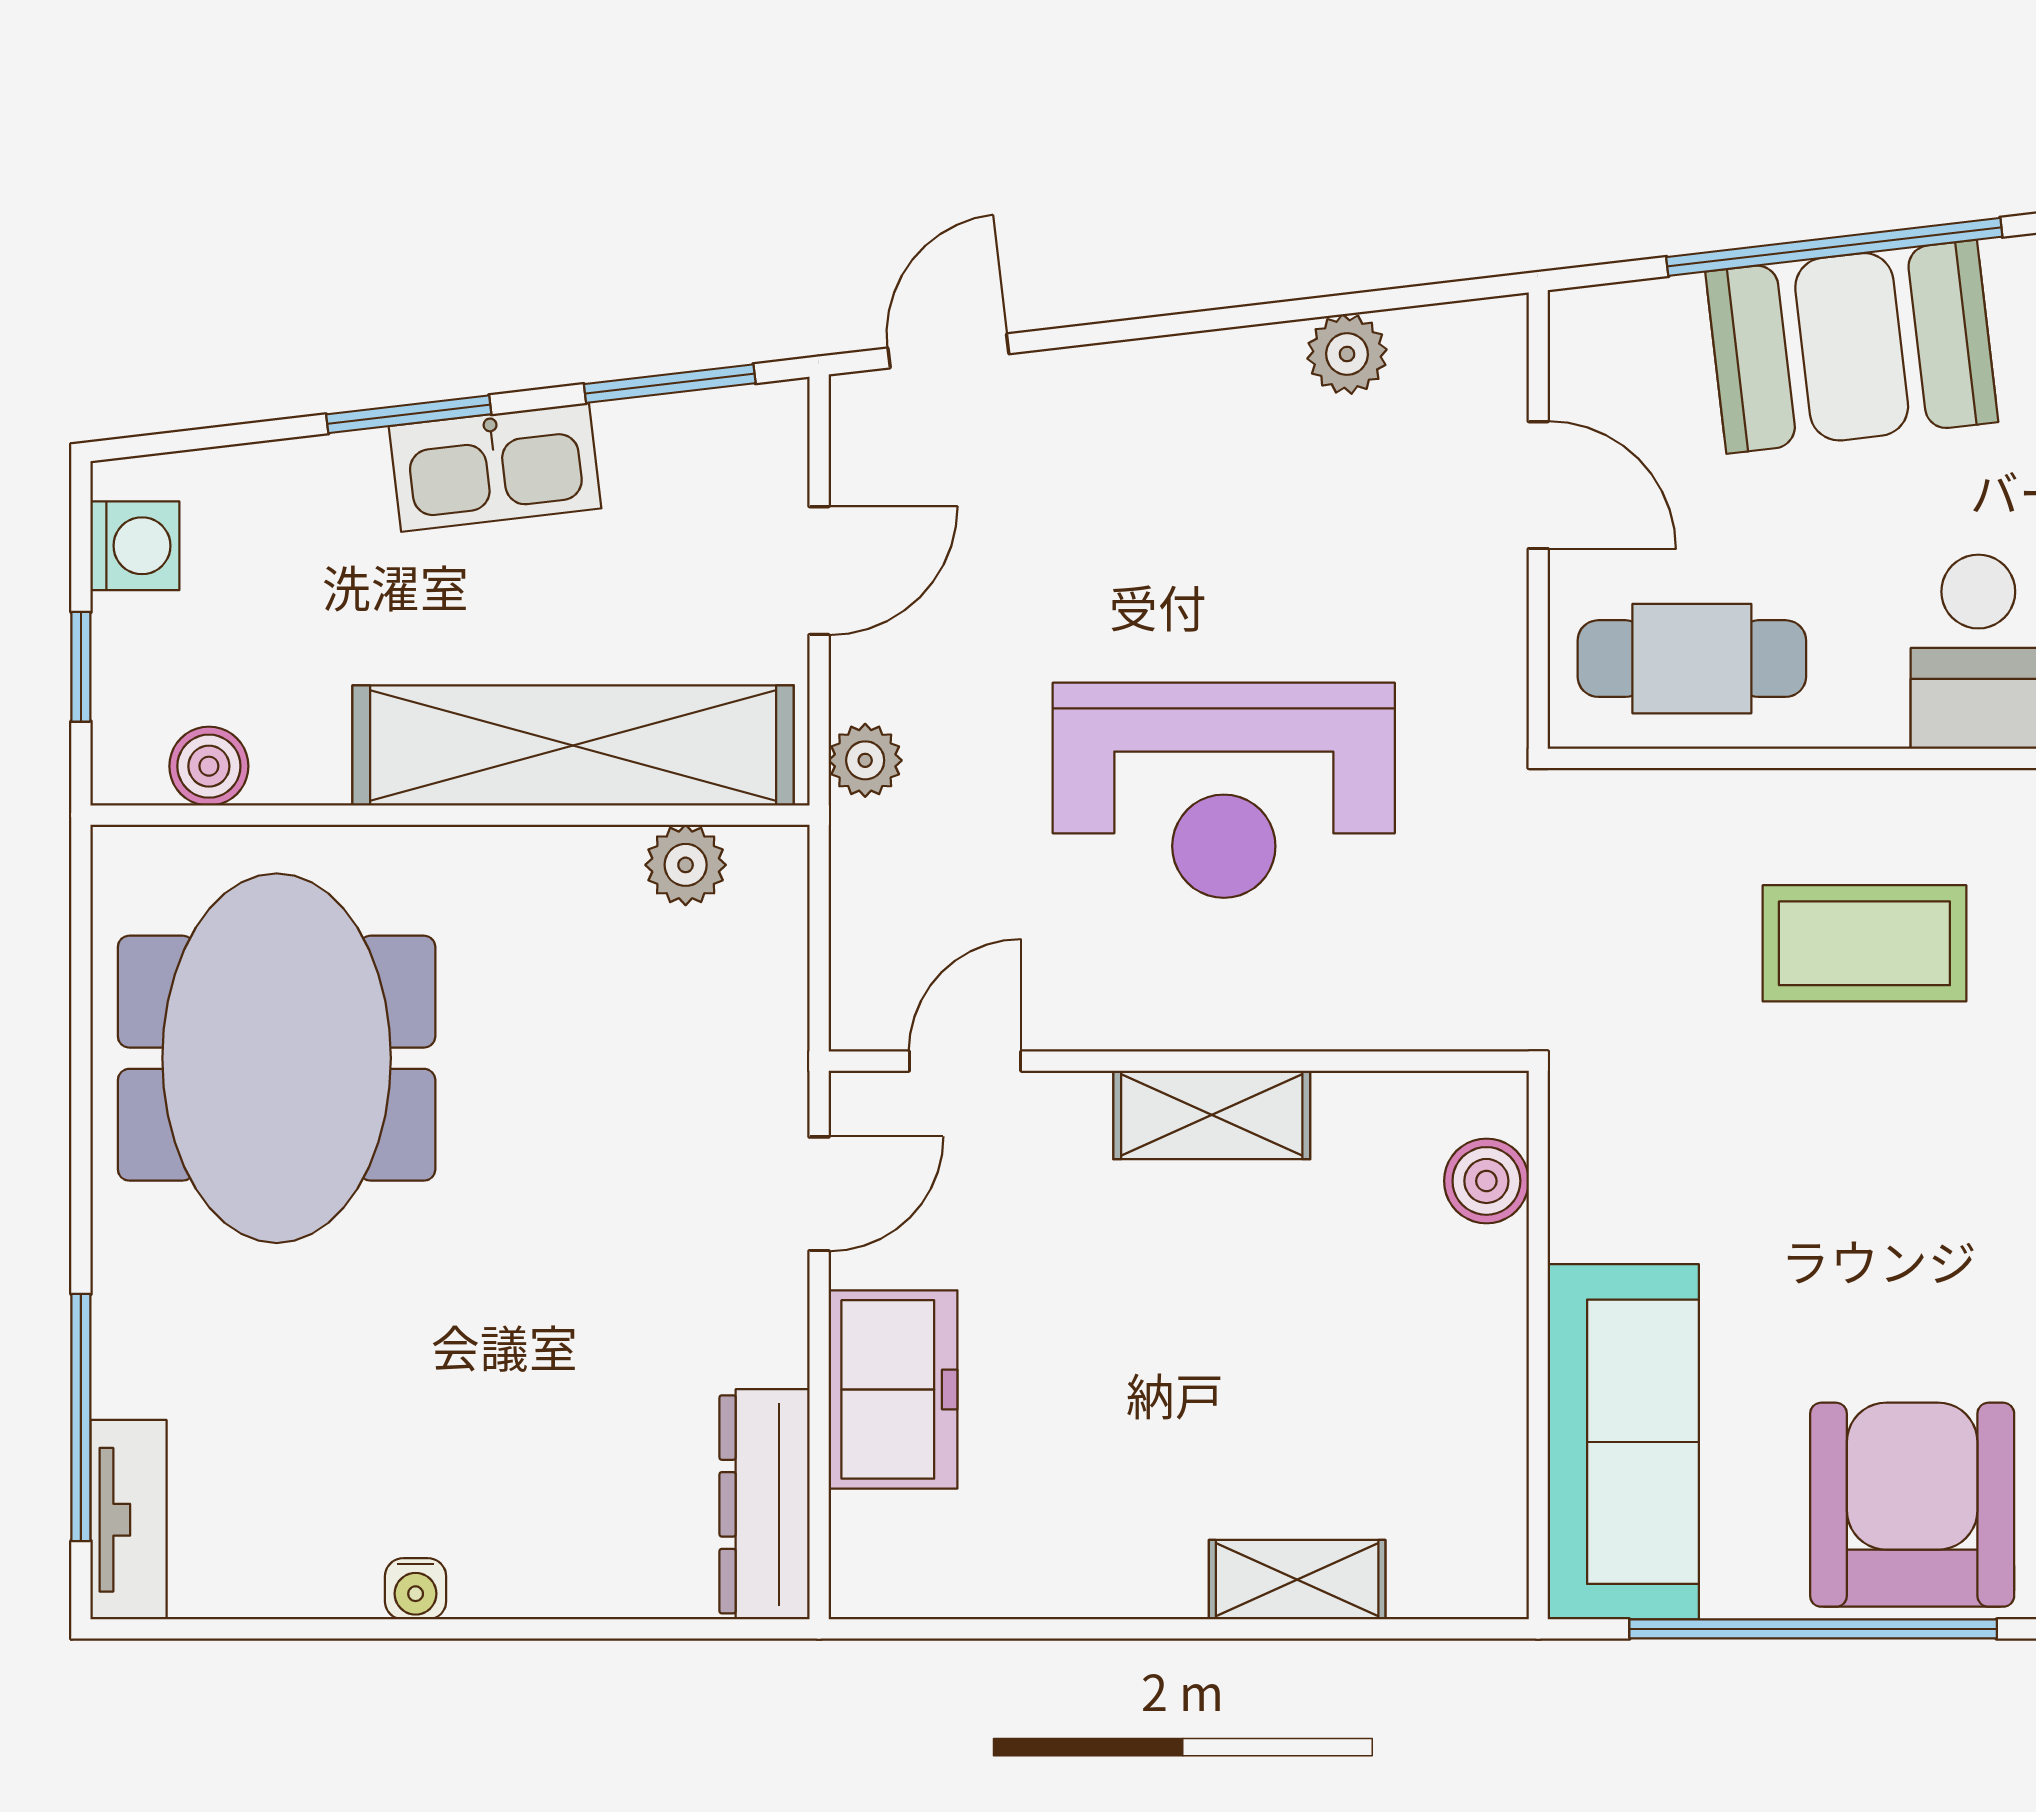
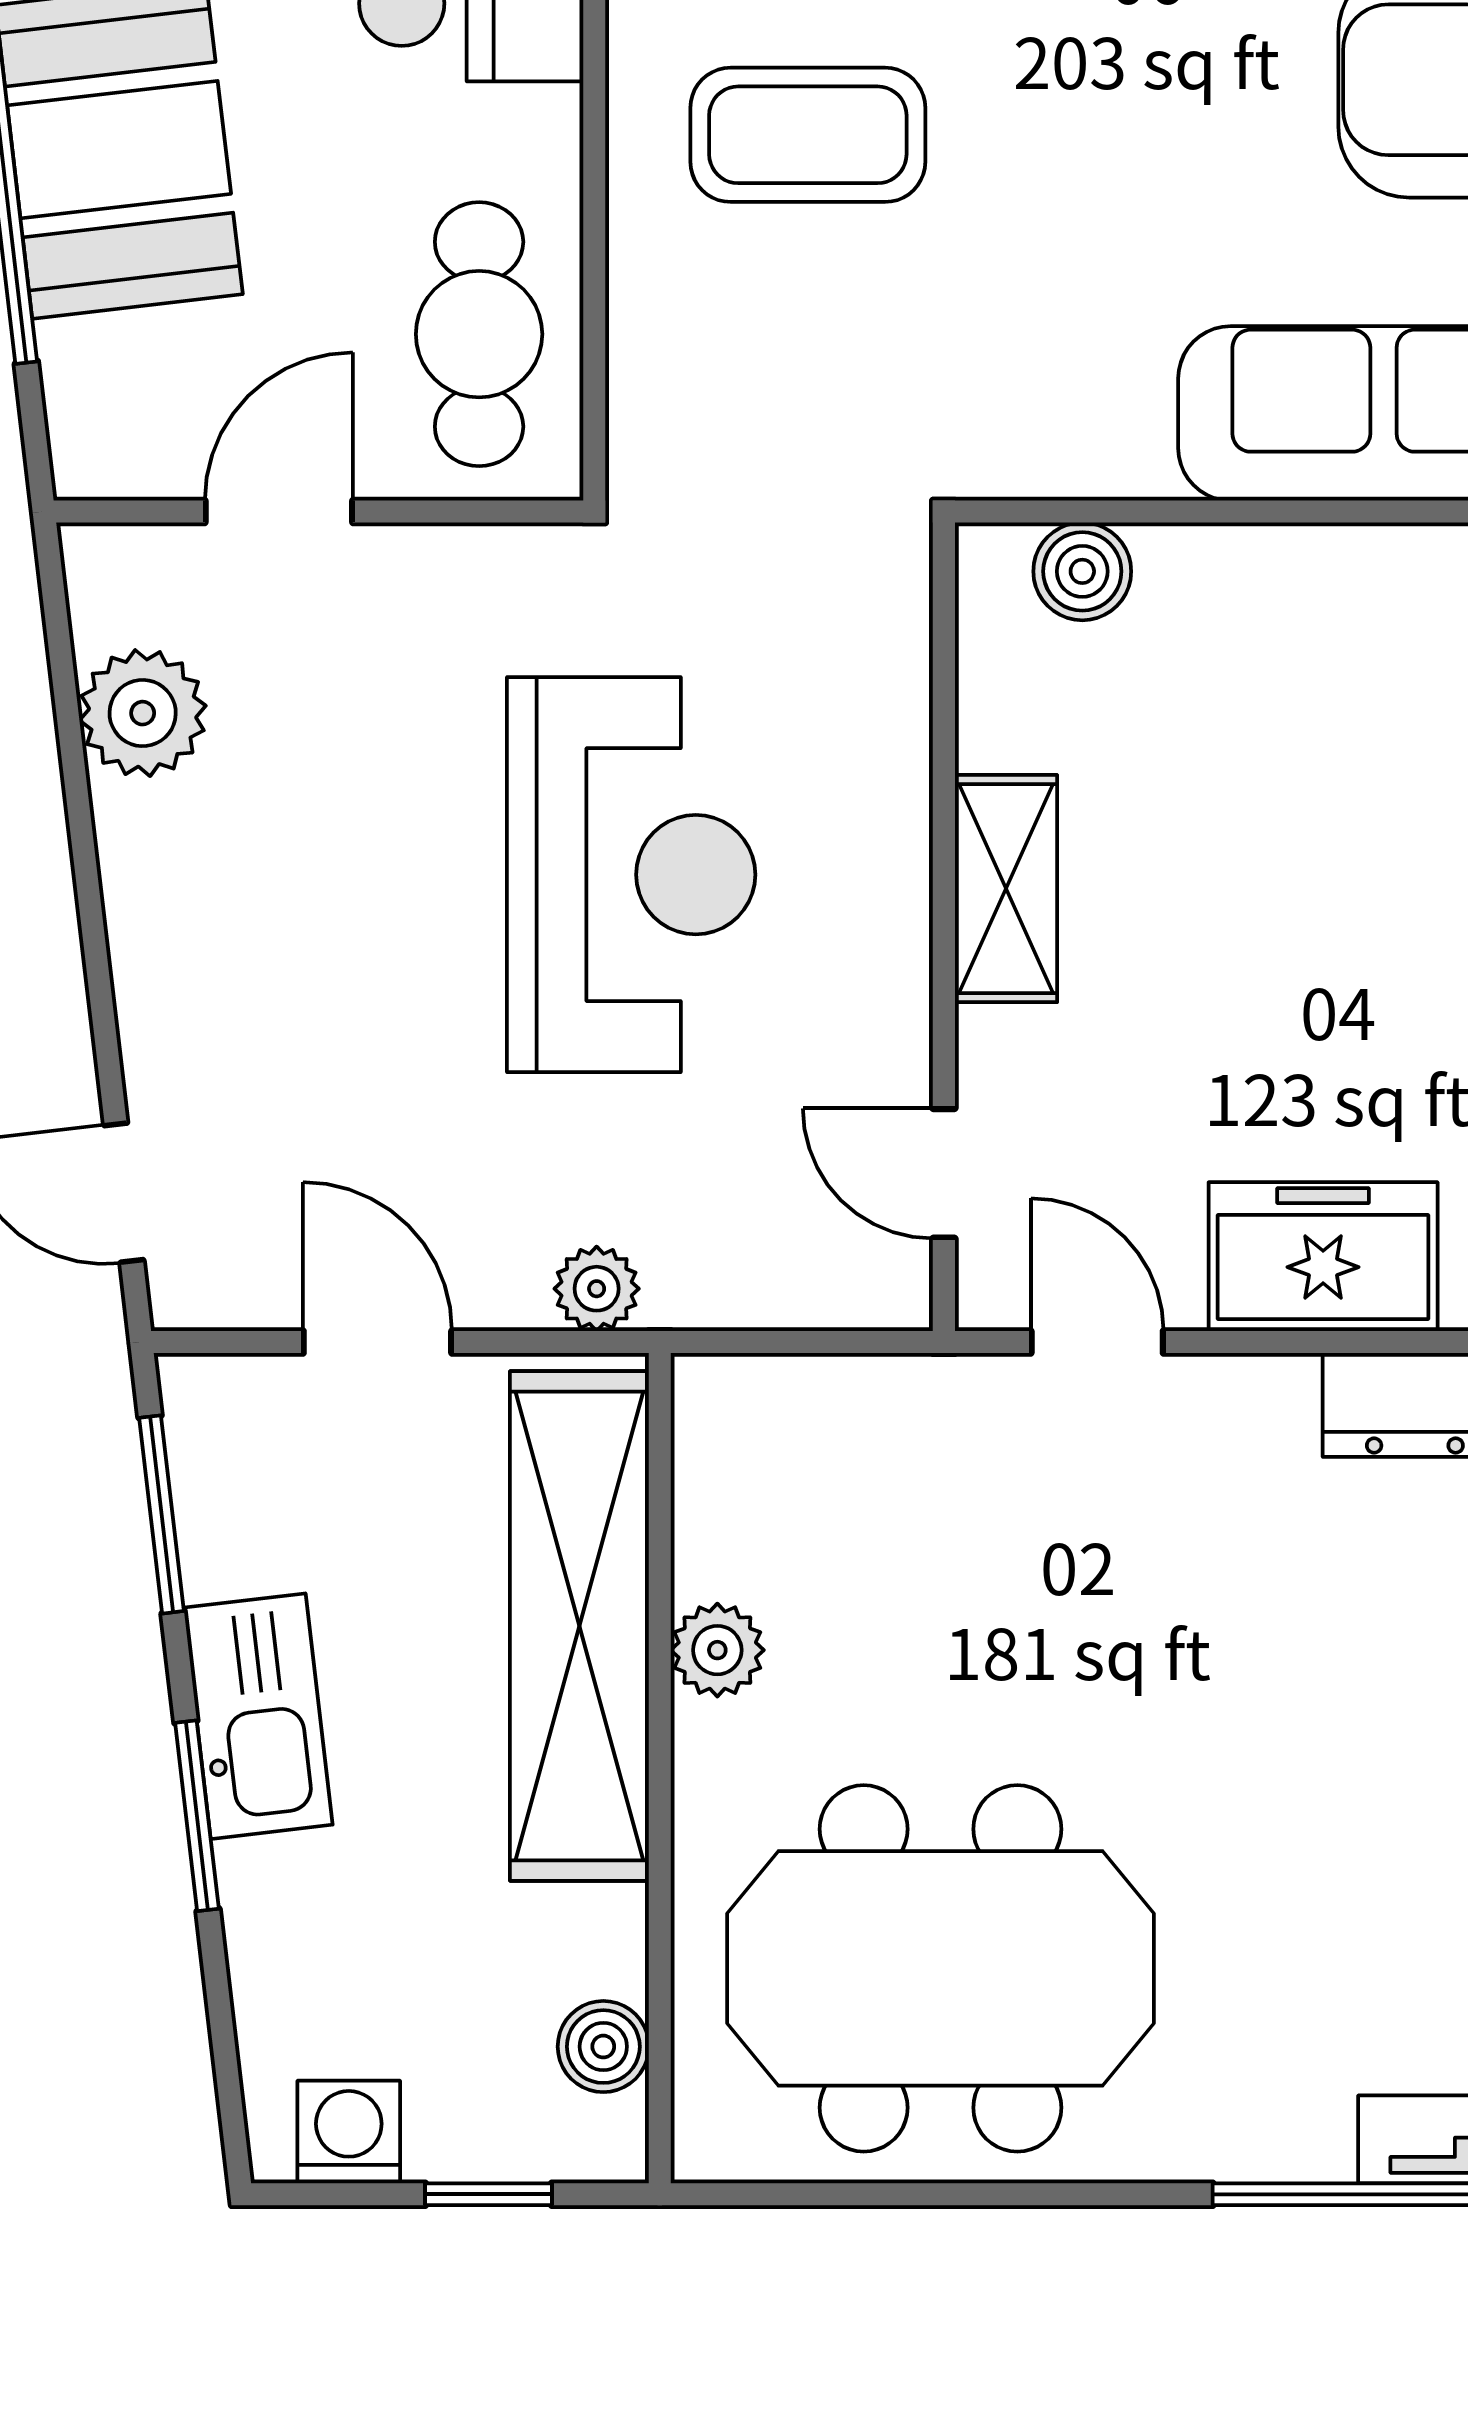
plant: (1347, 354) -> (143, 713), width x1.38, depth x1.38
plant: (686, 865) -> (717, 1650), moved
coffee table: (1864, 943) -> (808, 135), turned 90

